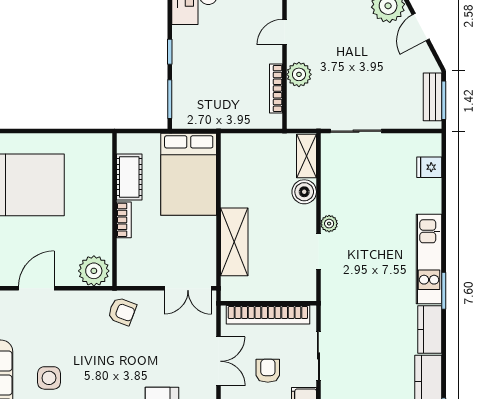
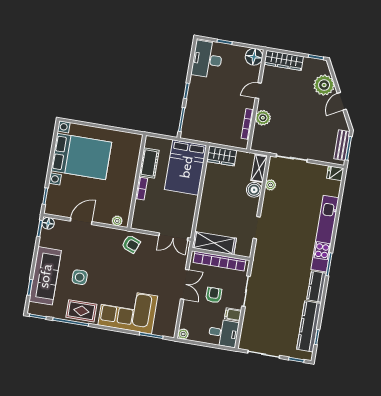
wardrobe: (243, 146) -> (222, 156), added
fridge: (429, 167) -> (335, 173), moved
plant: (329, 224) -> (270, 185), moved
shelving: (234, 242) -> (214, 243), moved, turned 90
kitchen unit: (429, 259) -> (325, 234), width x1.36
plant: (94, 271) -> (117, 221), width x0.53, depth x0.53

